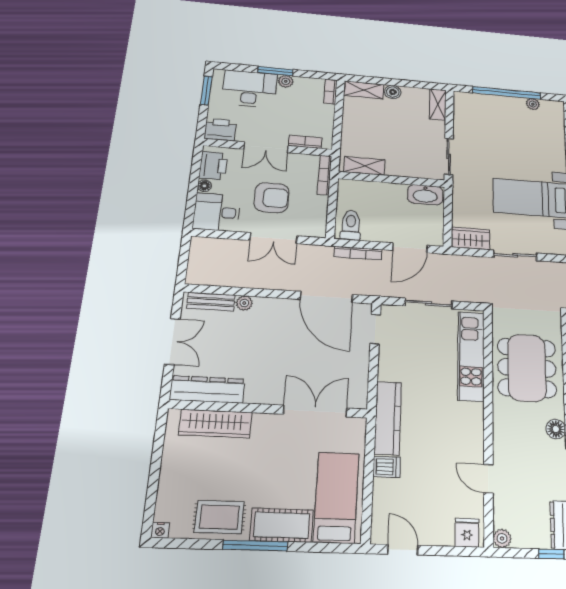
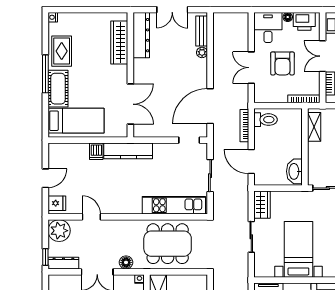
door: (488, 479) -> (91, 217), hinge flipped
plant: (502, 538) -> (59, 231), width x1.88, depth x1.88
door: (403, 550) -> (45, 178), moved

